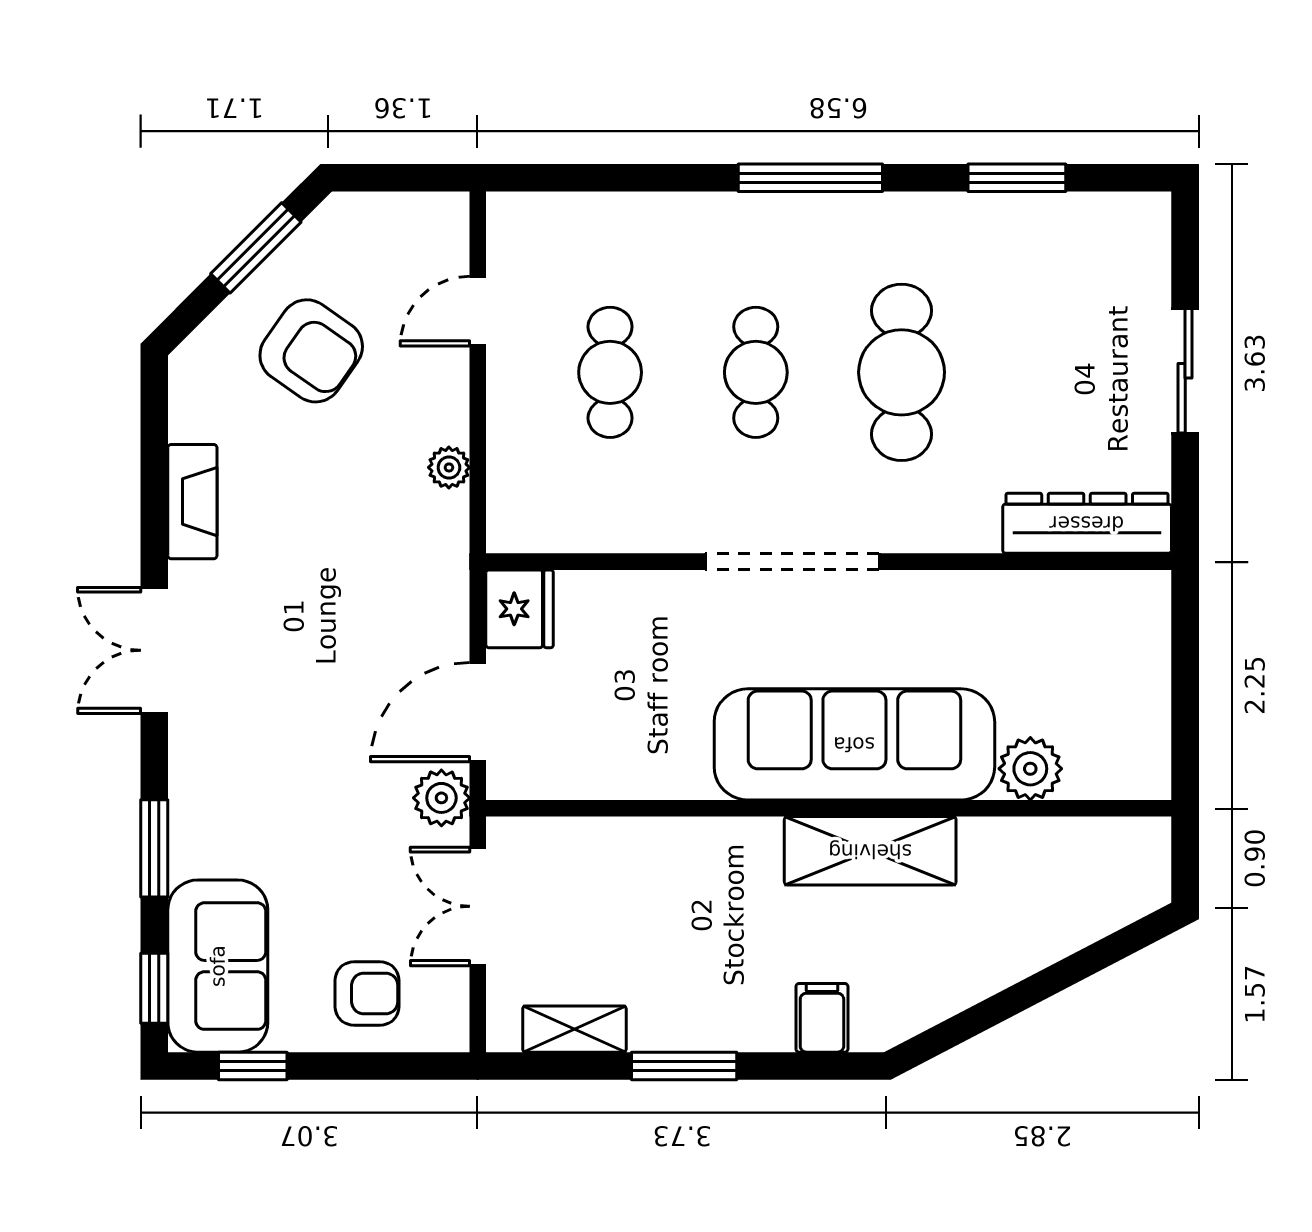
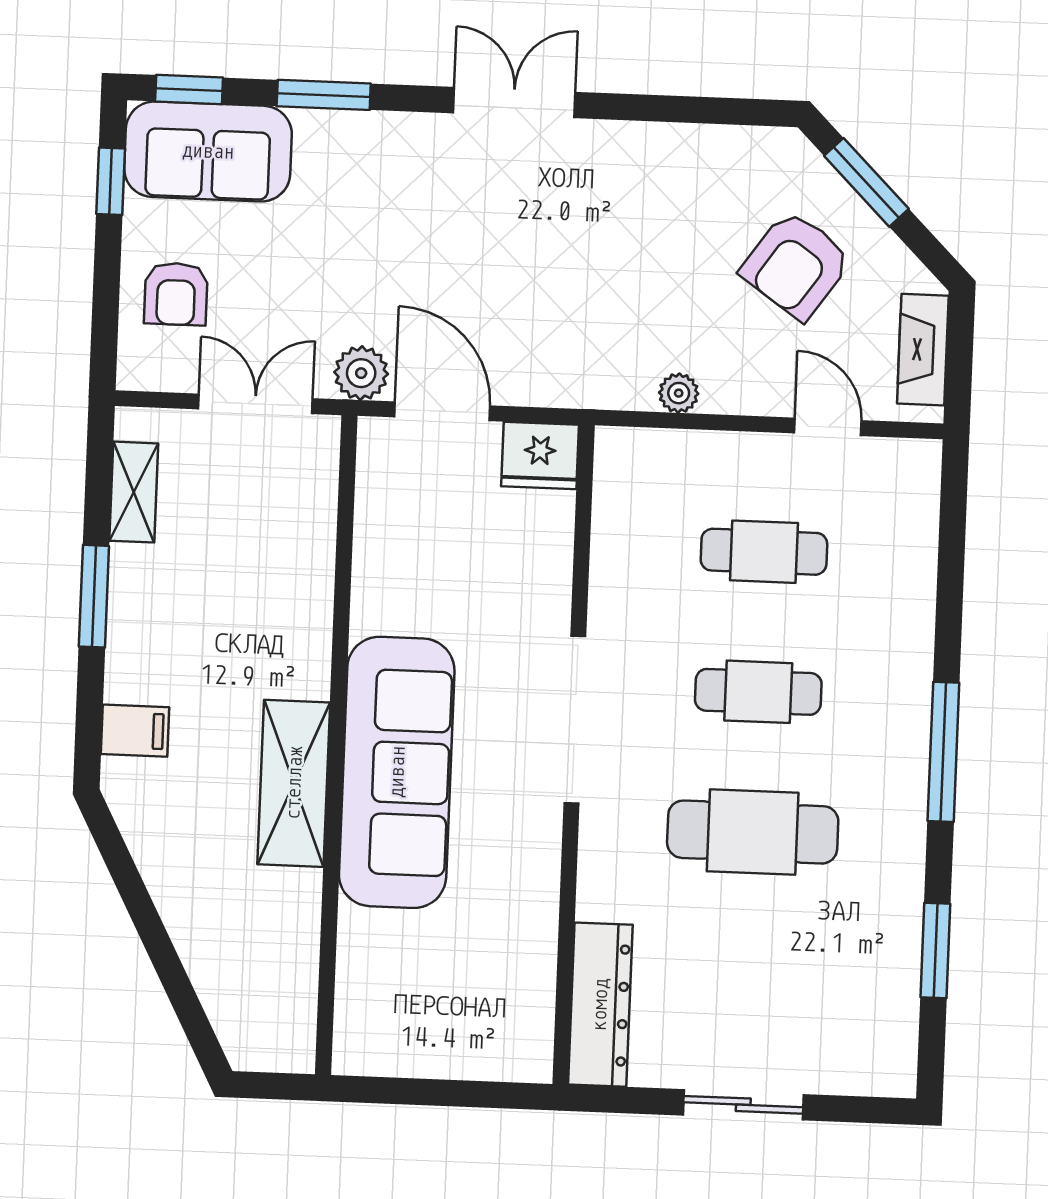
window: (256, 248) -> (866, 182), moved
fireplace: (192, 502) -> (923, 350), moved, turned 90
plant: (1030, 769) -> (366, 941), removed

